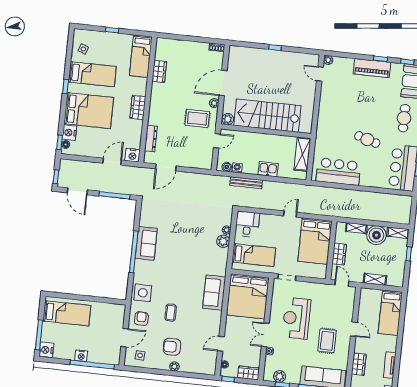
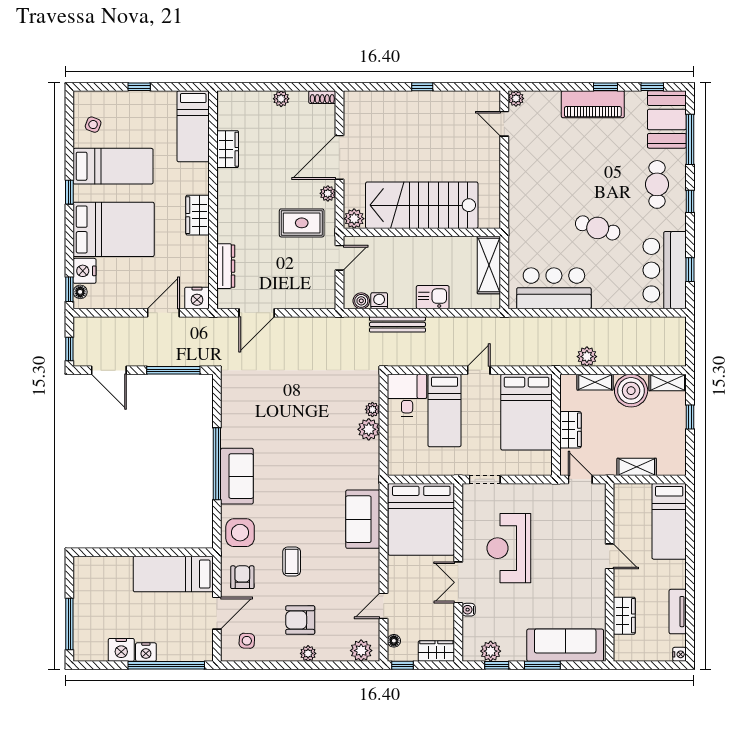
plant: (193, 46) -> (281, 99), added
plant: (353, 213) -> (587, 357), added
sofa: (146, 243) -> (237, 476), moved
bed: (254, 255) -> (445, 410), moved, turned 90
bed: (67, 313) -> (173, 574), moved, turned 180
rug: (327, 341) -> (566, 581), removed
nightstand: (46, 350) -> (121, 650), moved, turned -90
plant: (205, 368) -> (361, 651), added

